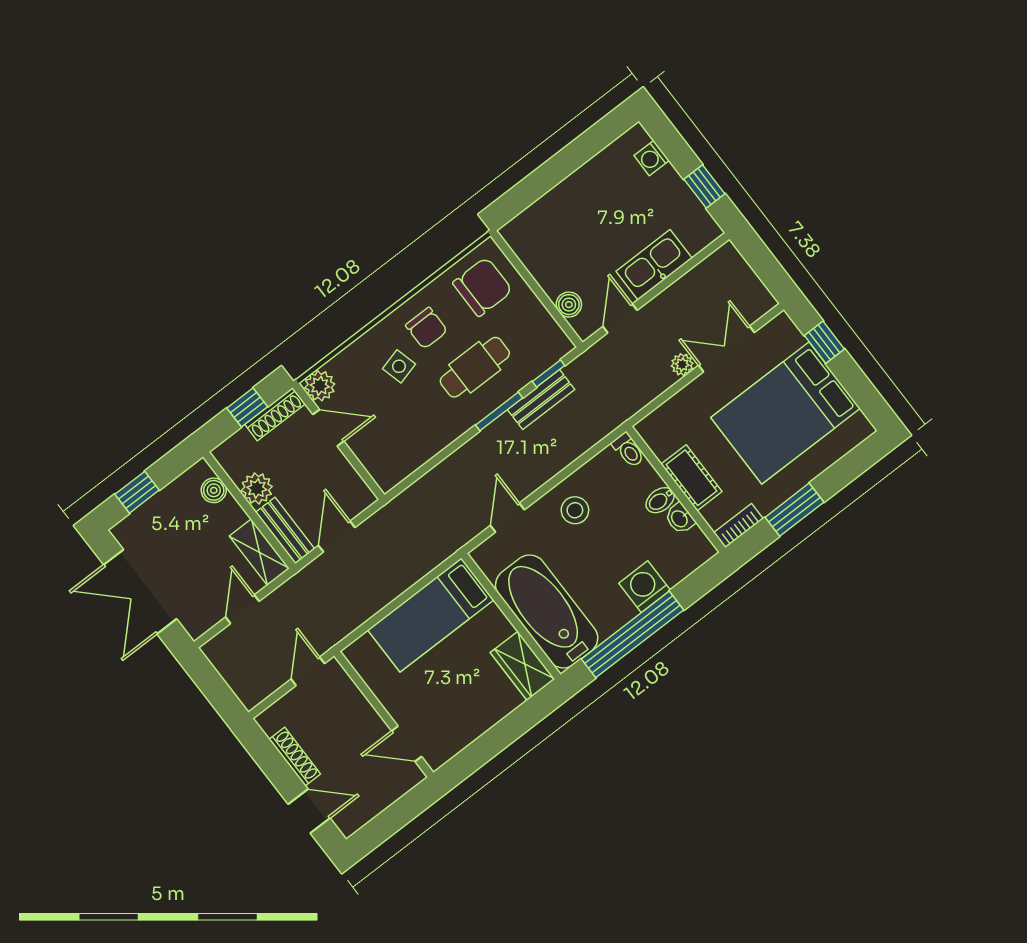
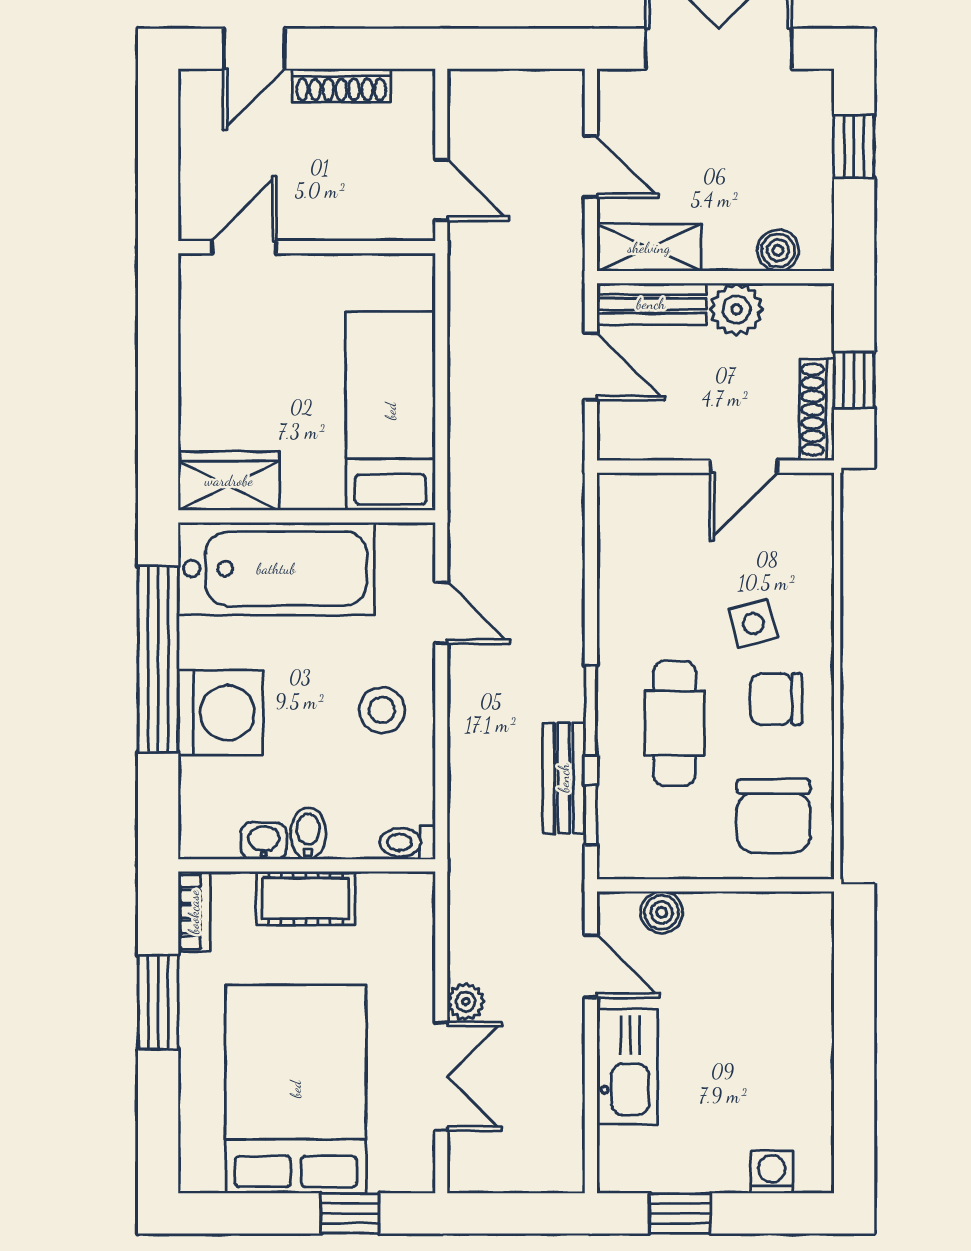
plant: (320, 386) -> (809, 498), removed
washing machine: (645, 587) -> (221, 713), width x1.37, depth x1.37

